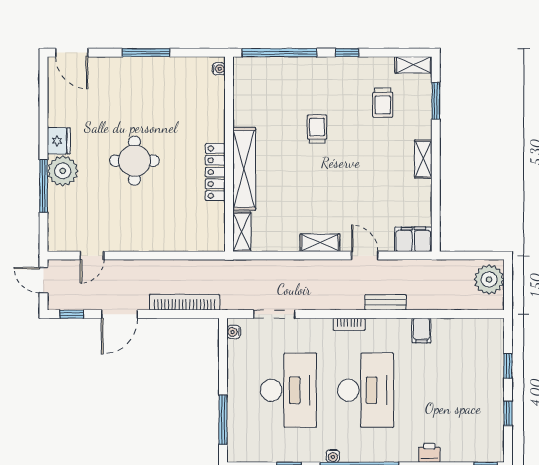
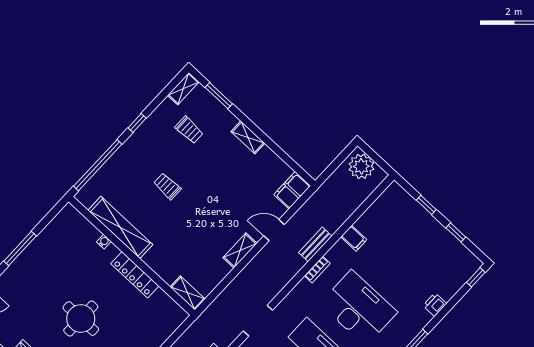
water cooler: (219, 69) -> (104, 242), moved
shelving: (244, 169) -> (120, 227), moved
bookcase: (349, 324) -> (317, 270), moved

